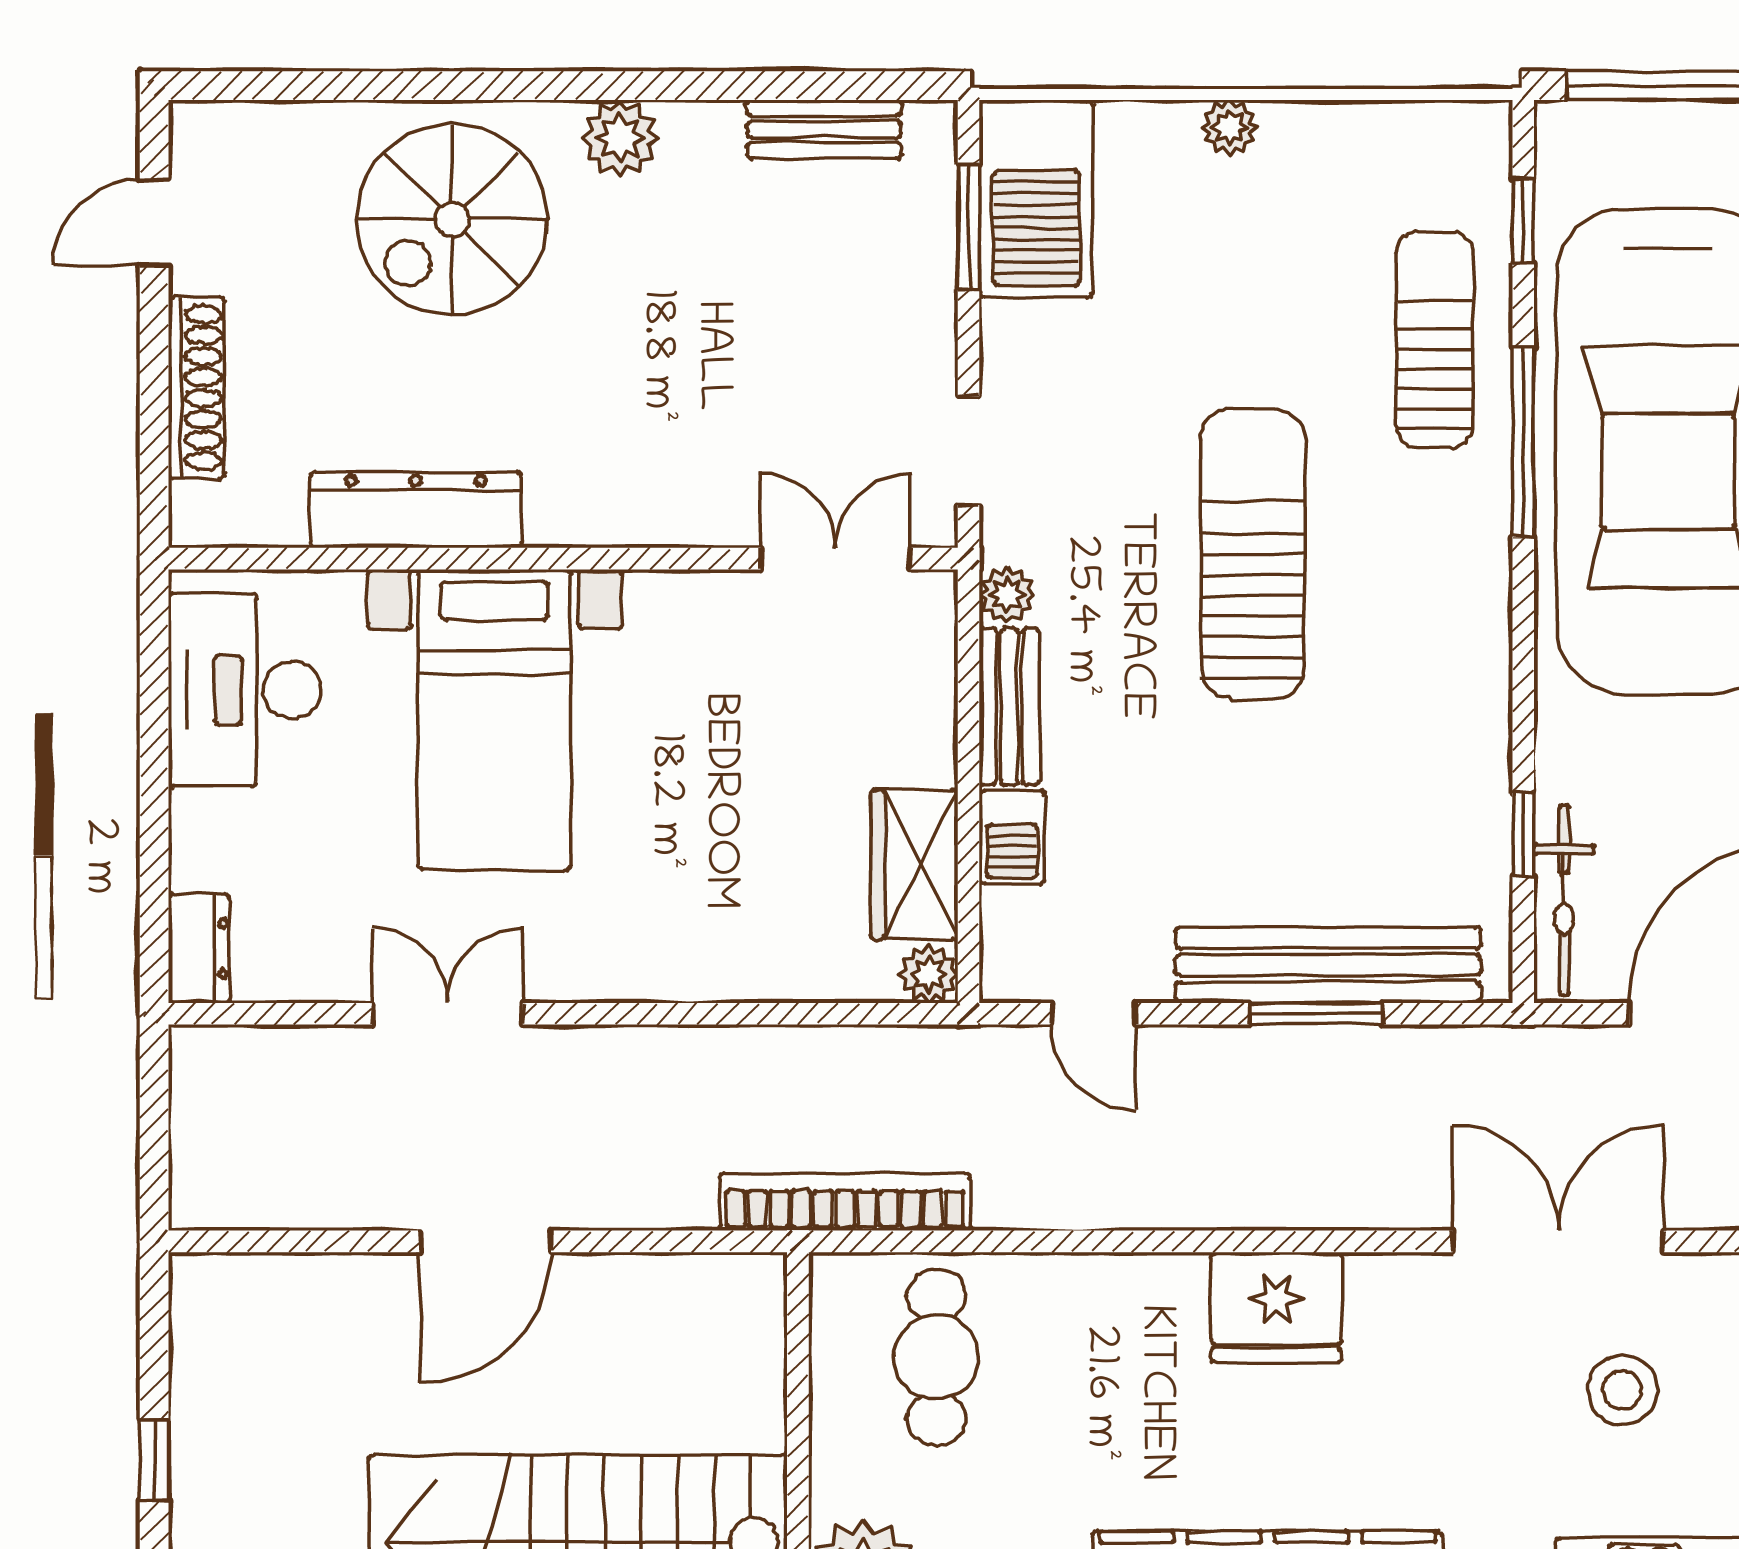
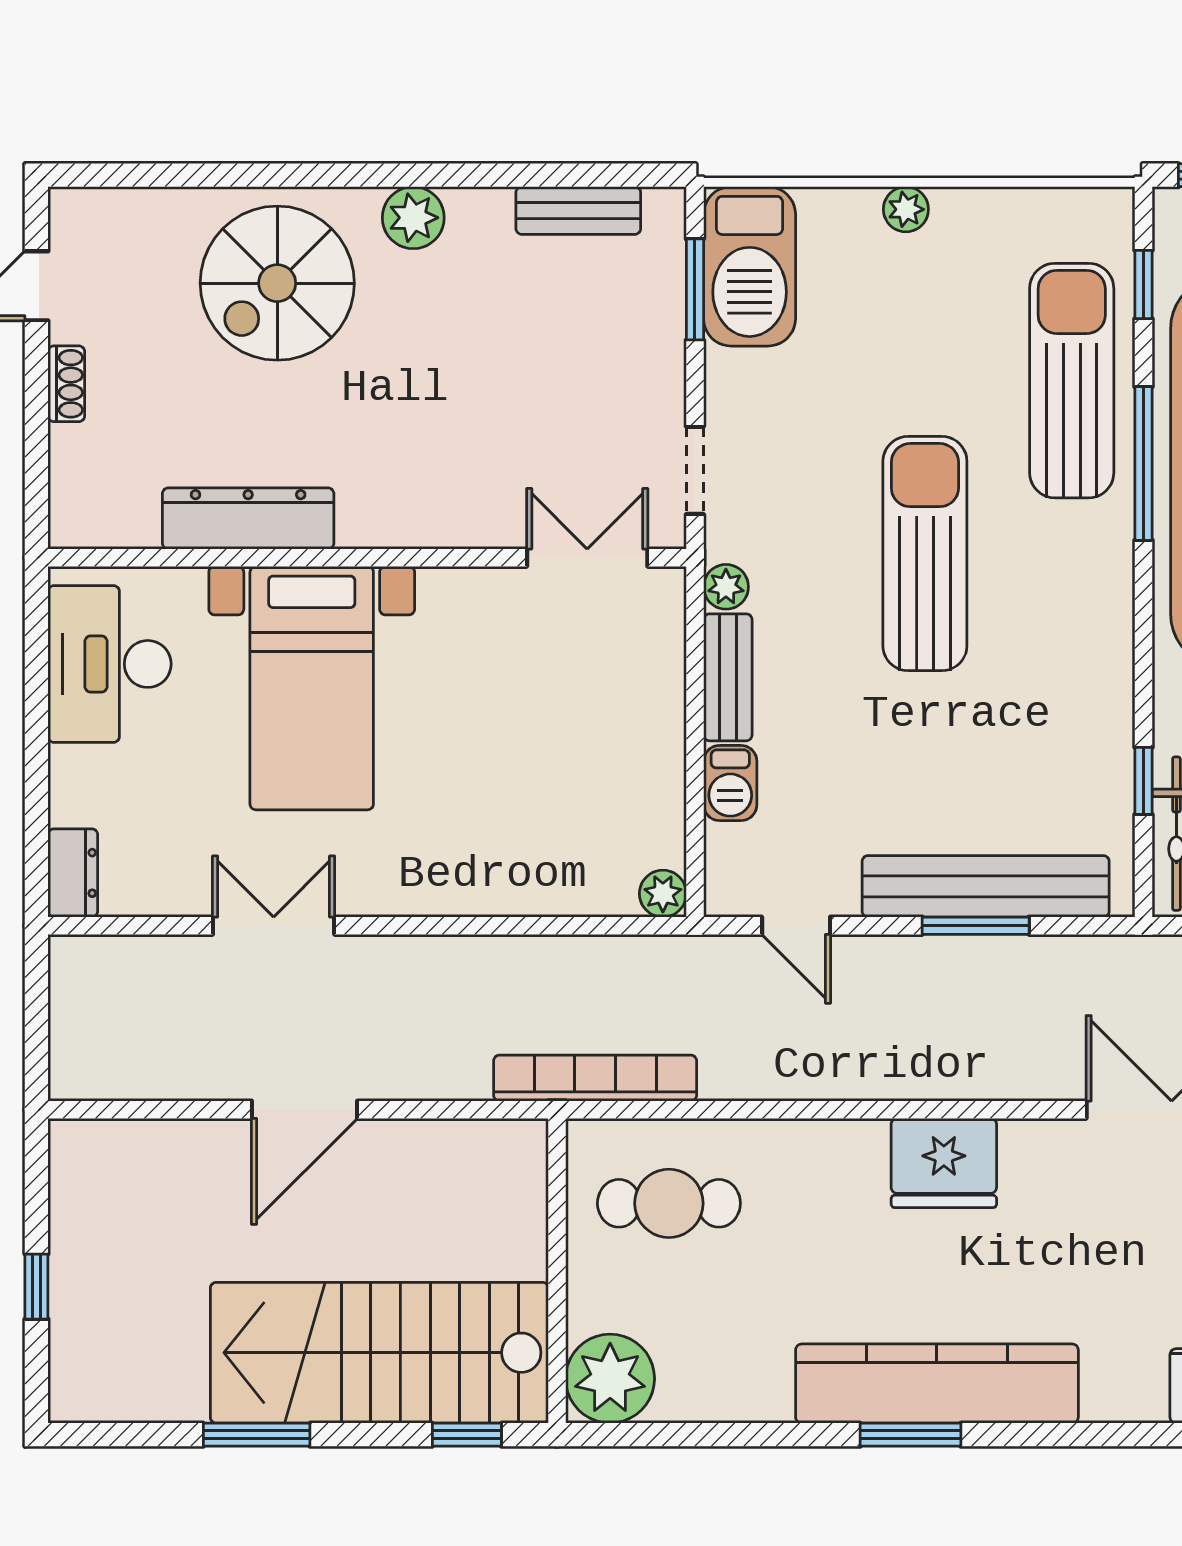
sun lounger: (1435, 340) -> (1072, 381), width x1.36, depth x1.34
shoe rack: (196, 388) -> (66, 384), width x0.51, depth x0.81
wardrobe: (914, 864) -> (651, 805), removed
cafe table: (936, 1357) -> (669, 1203), turned 90

